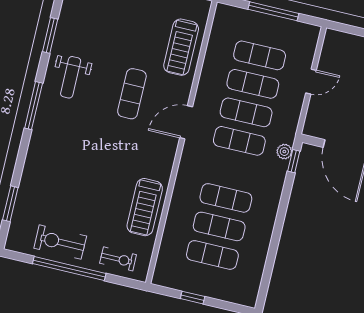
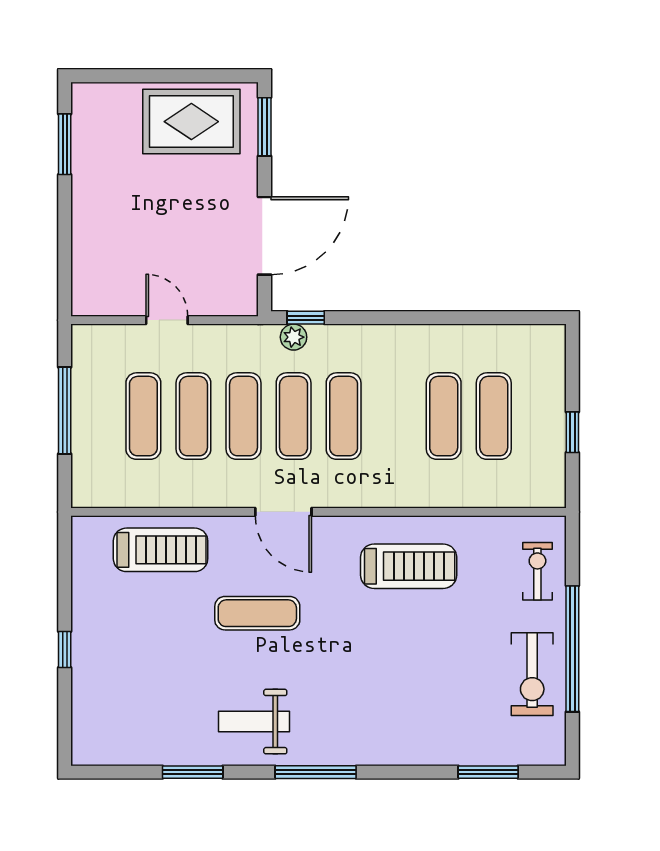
weight bench: (71, 77) -> (254, 722), turned 180
exercise mat: (226, 198) -> (344, 416), moved
treadmill: (145, 207) -> (409, 566), moved

